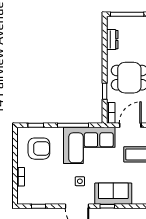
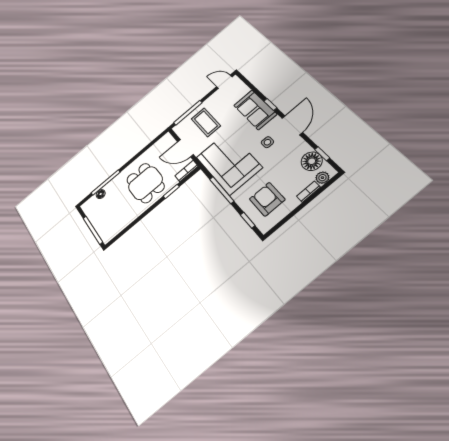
dresser: (112, 40) -> (122, 223), removed
plant: (22, 192) -> (322, 178), added
floor lamp: (39, 196) -> (312, 161), added

